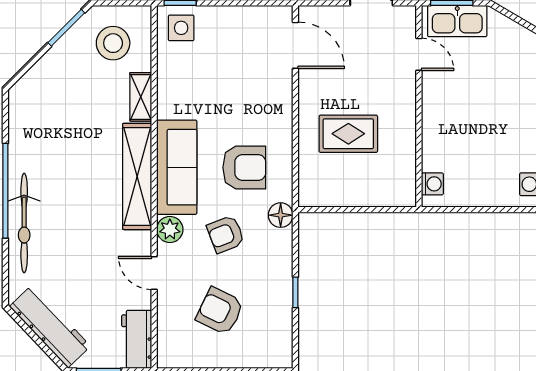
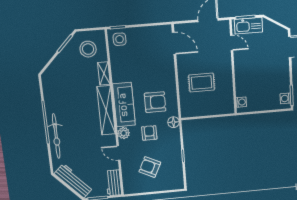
armchair: (226, 234) -> (149, 133), turned 111

